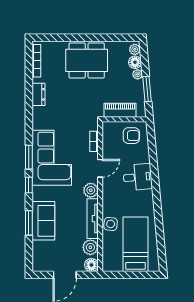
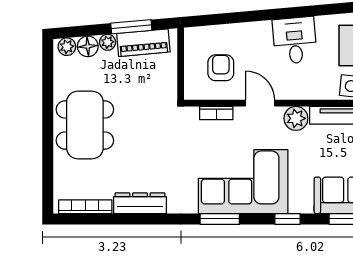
dresser: (39, 94) -> (140, 203), width x1.44
piano: (120, 110) -> (143, 43), moved, turned -95
armchair: (131, 136) -> (221, 68), moved
window: (29, 157) -> (220, 219), moved
desk: (138, 177) -> (295, 40), moved

